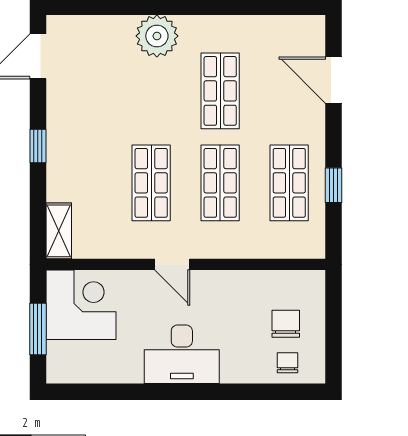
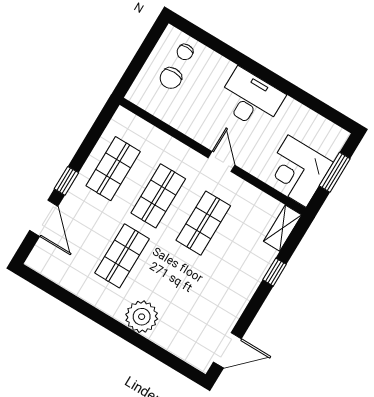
window: (38, 146) -> (274, 272), moved
window: (333, 185) -> (66, 181), moved

